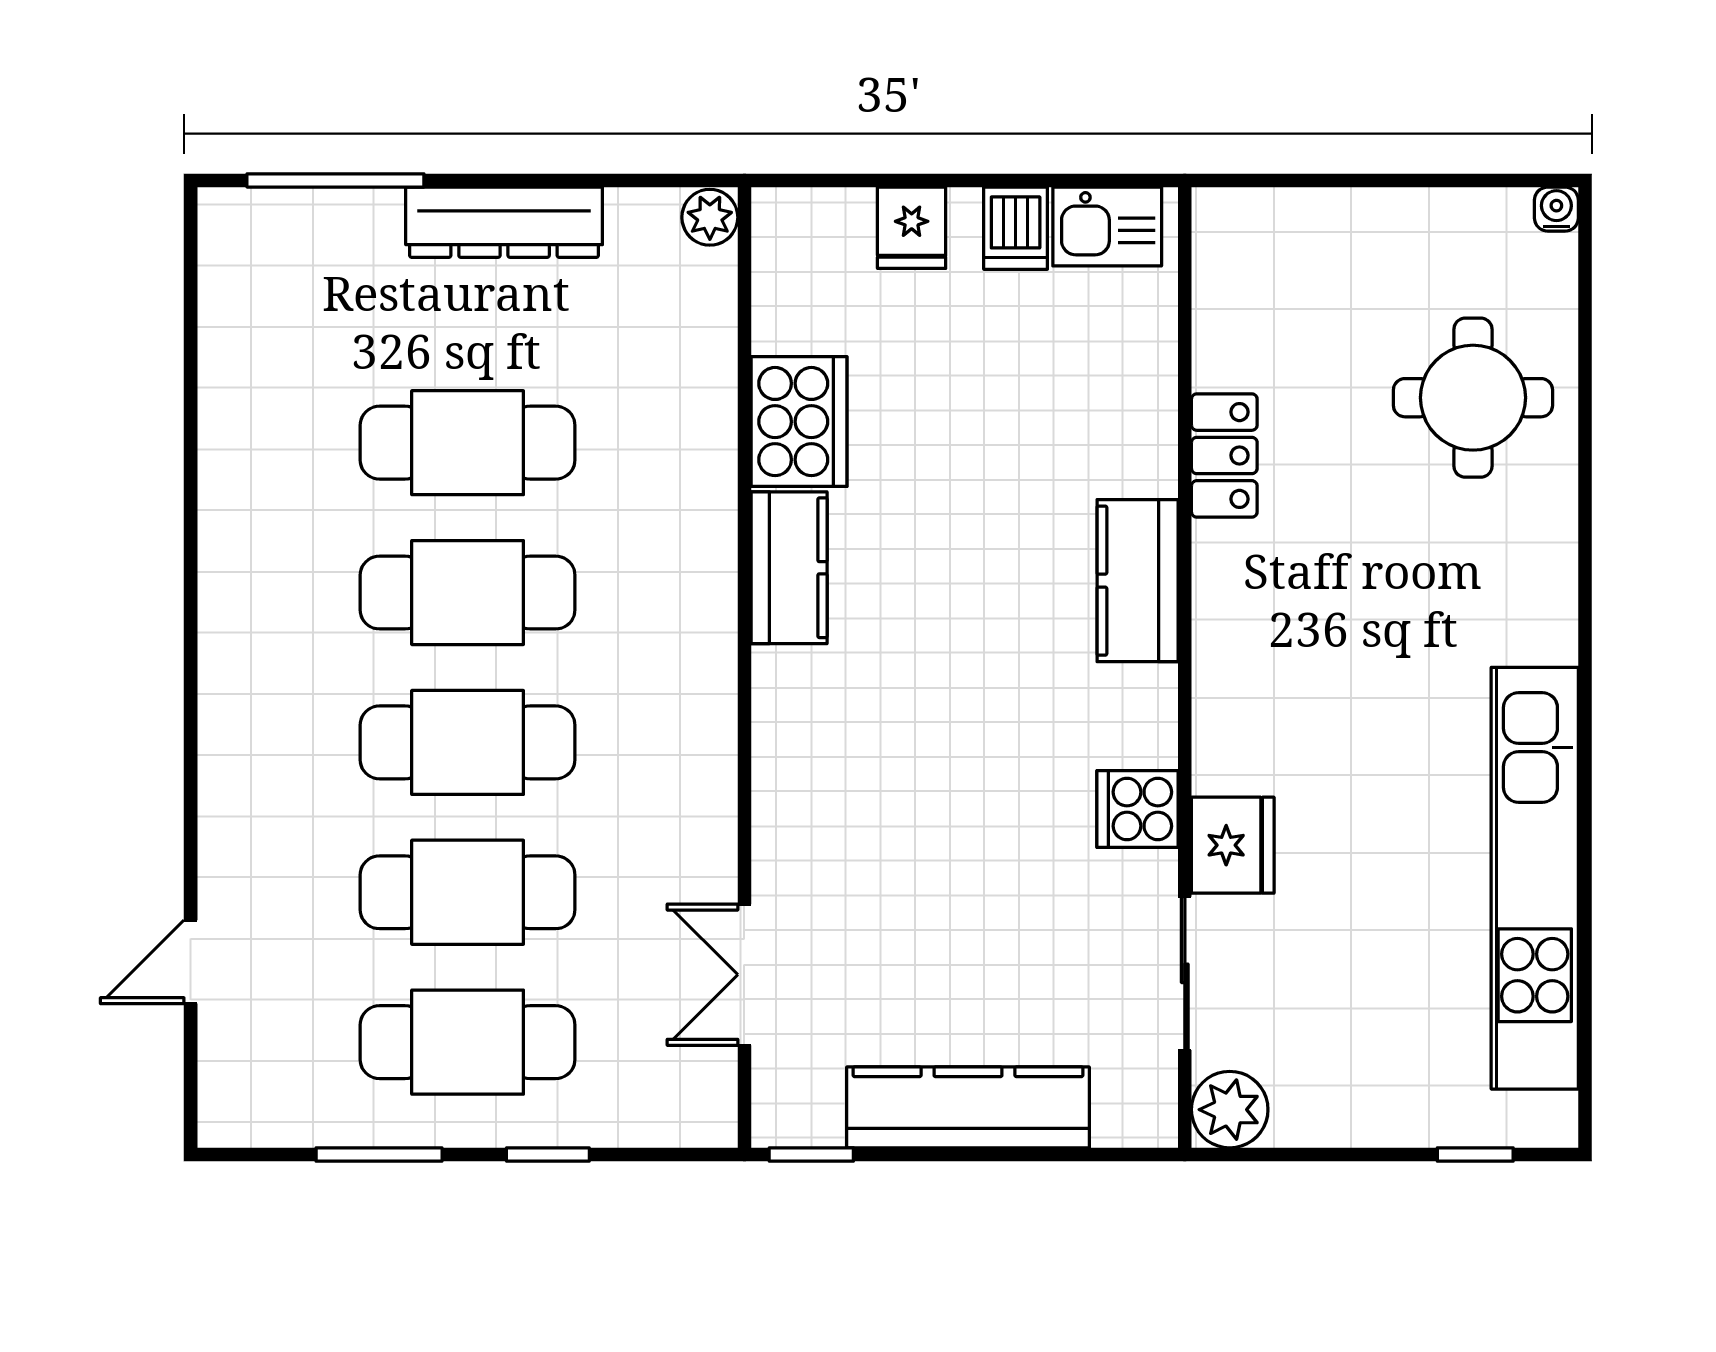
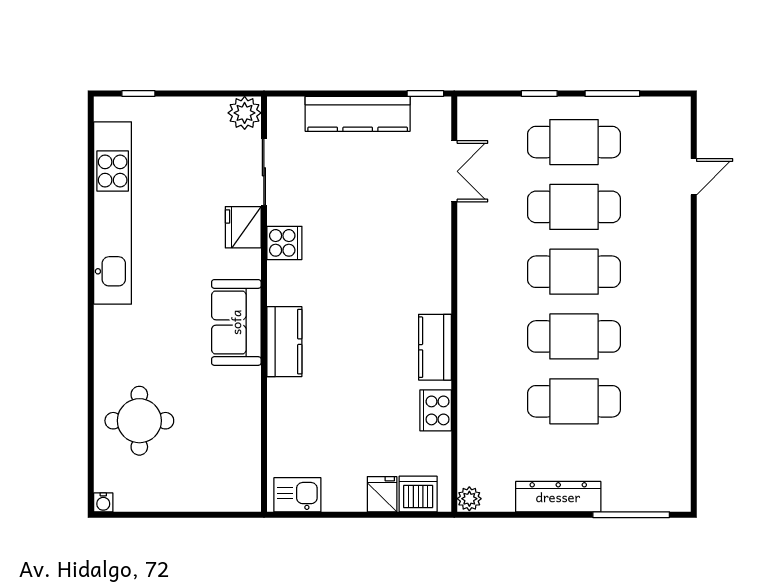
dishwasher: (1016, 228) -> (418, 494), moved, width x1.38
cooker: (799, 422) -> (436, 410), width x0.73, depth x0.76
locker: (1224, 455) -> (247, 396), removed
sofa: (1249, 625) -> (236, 322), added

